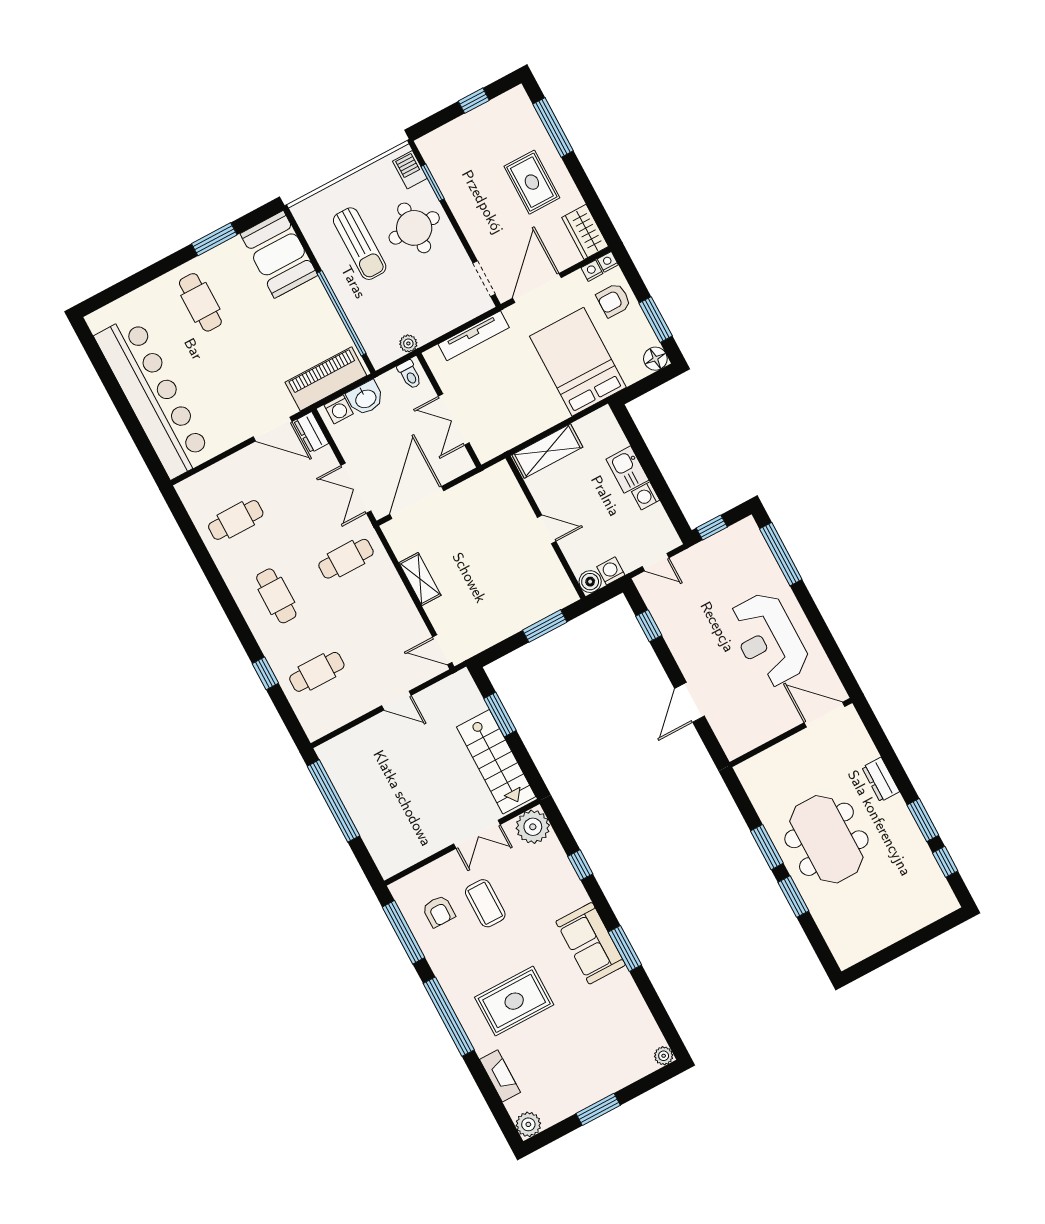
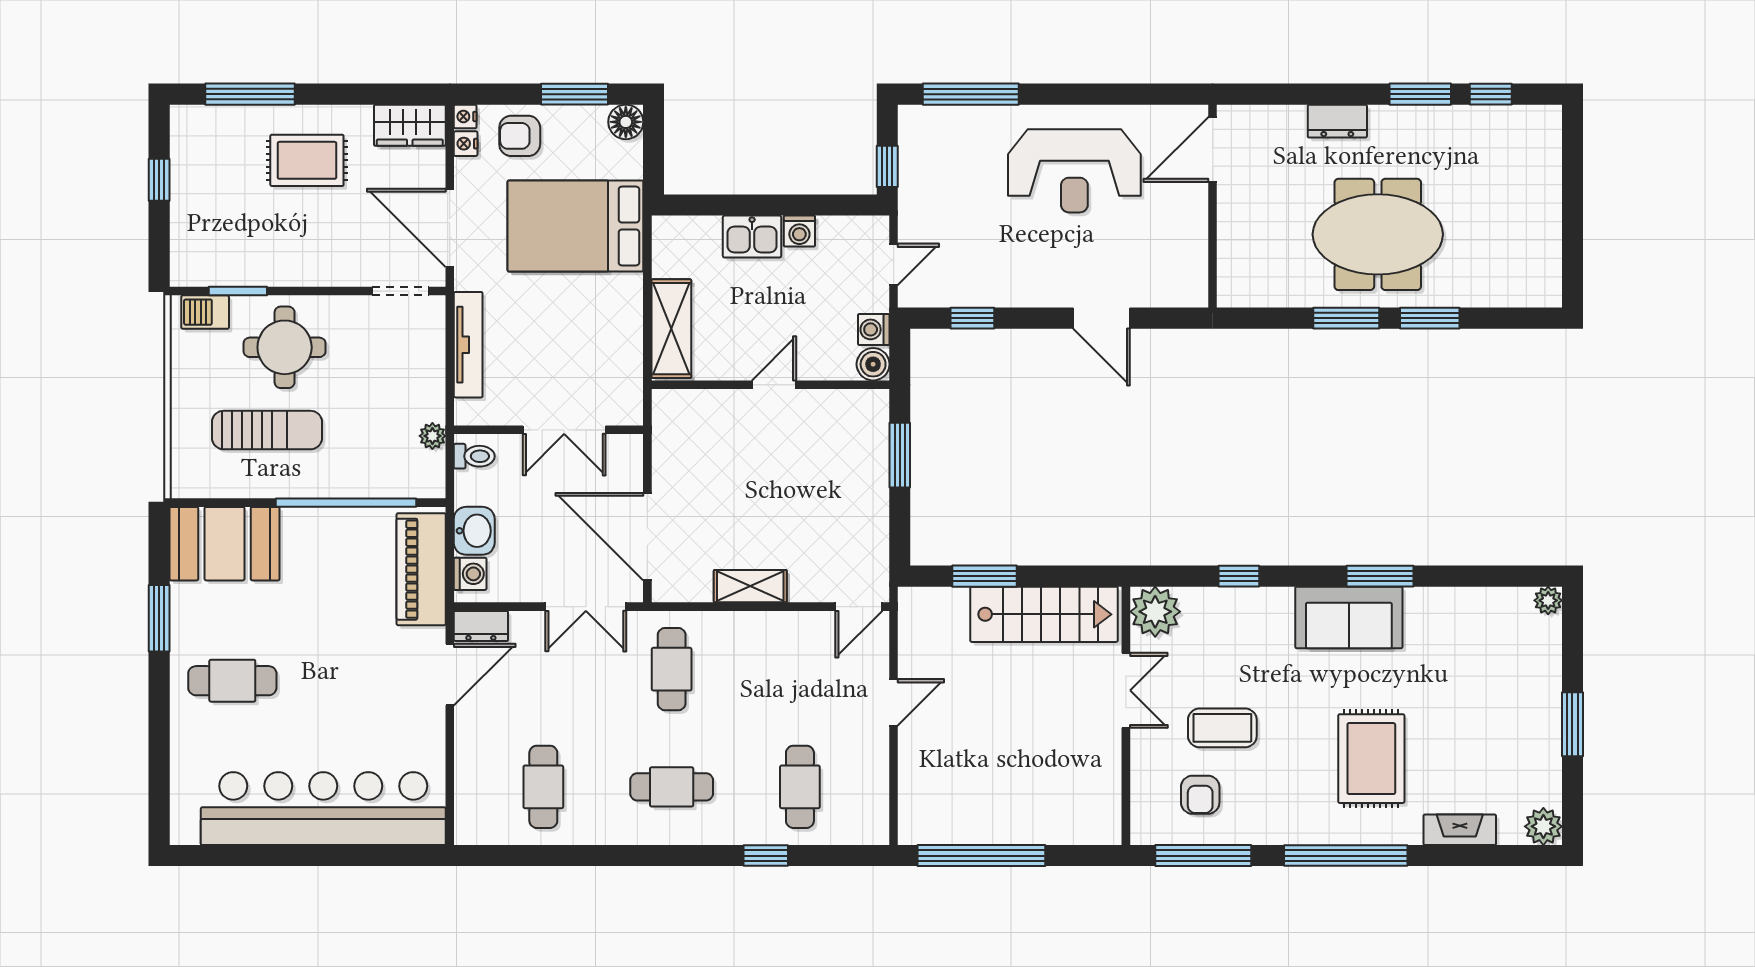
armchair: (614, 300) -> (520, 136), turned 90
armchair: (439, 911) -> (1200, 795), turned 90

